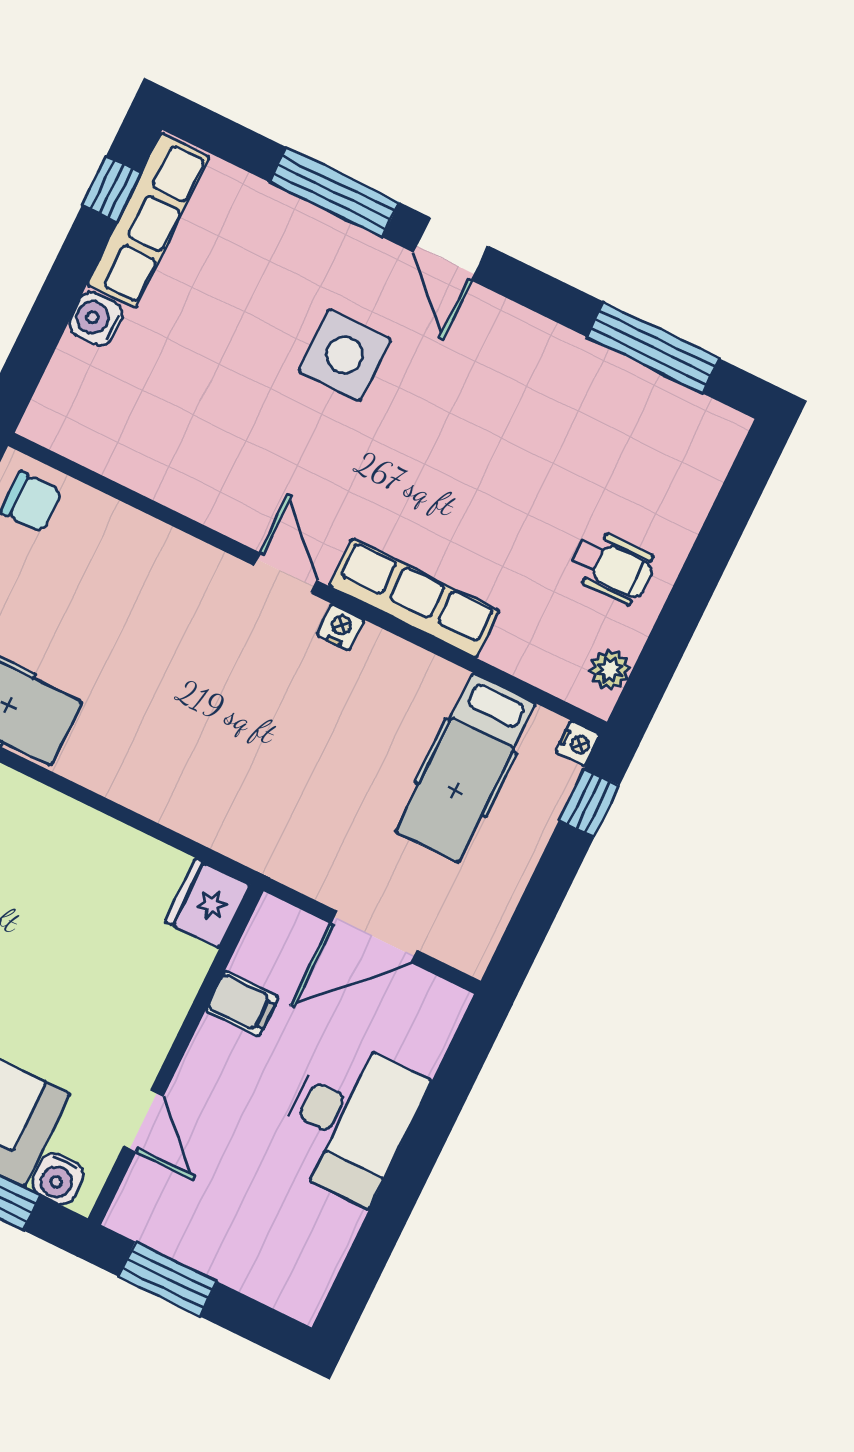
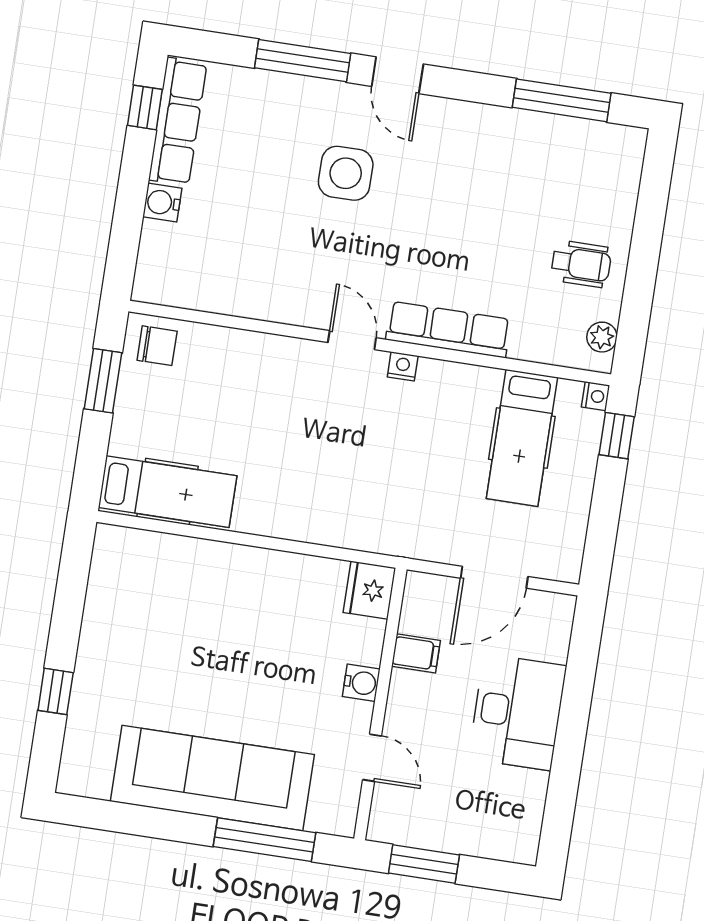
water cooler: (58, 1179) -> (361, 683), moved, turned -90

